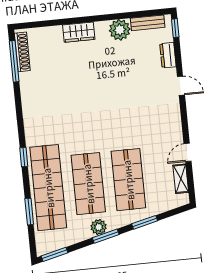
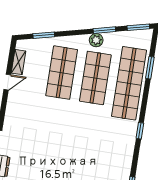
window: (24, 157) -> (140, 131), moved
window: (145, 222) -> (44, 35), moved
window: (106, 236) -> (104, 30), moved

